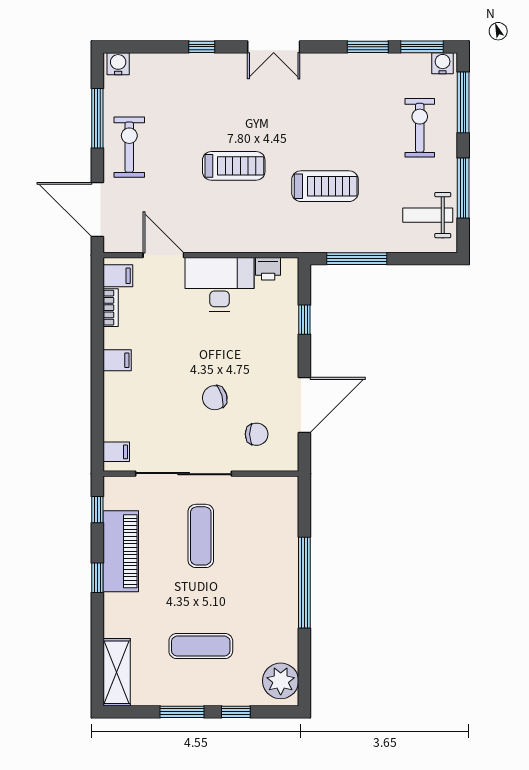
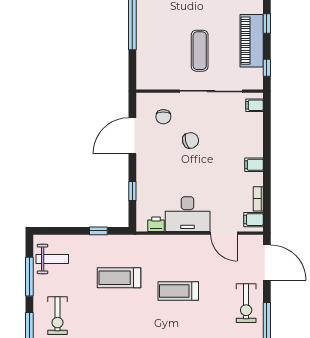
window: (357, 259) -> (98, 231), width x0.46
chair: (257, 434) -> (163, 117), turned -90

